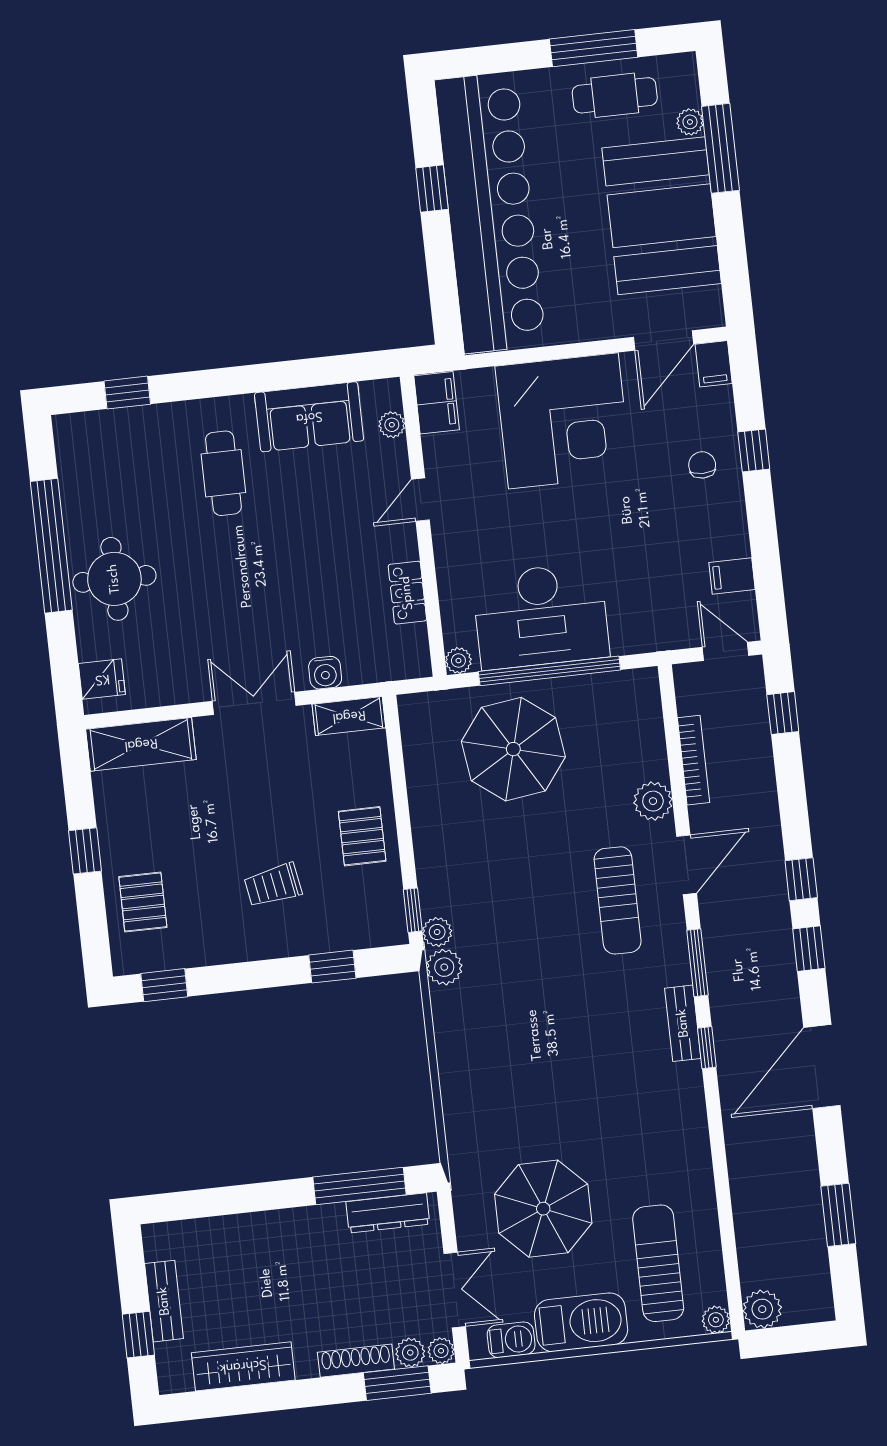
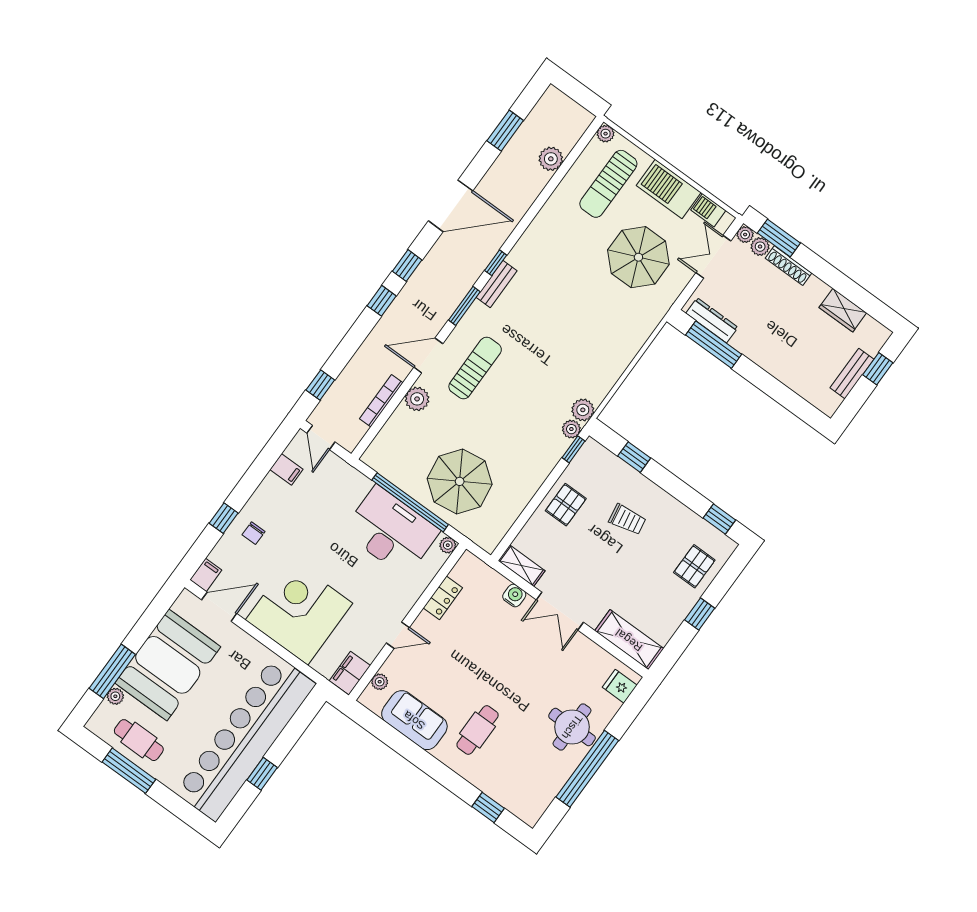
plant: (762, 1309) -> (551, 159), moved
wardrobe: (243, 1366) -> (843, 310), width x0.67

